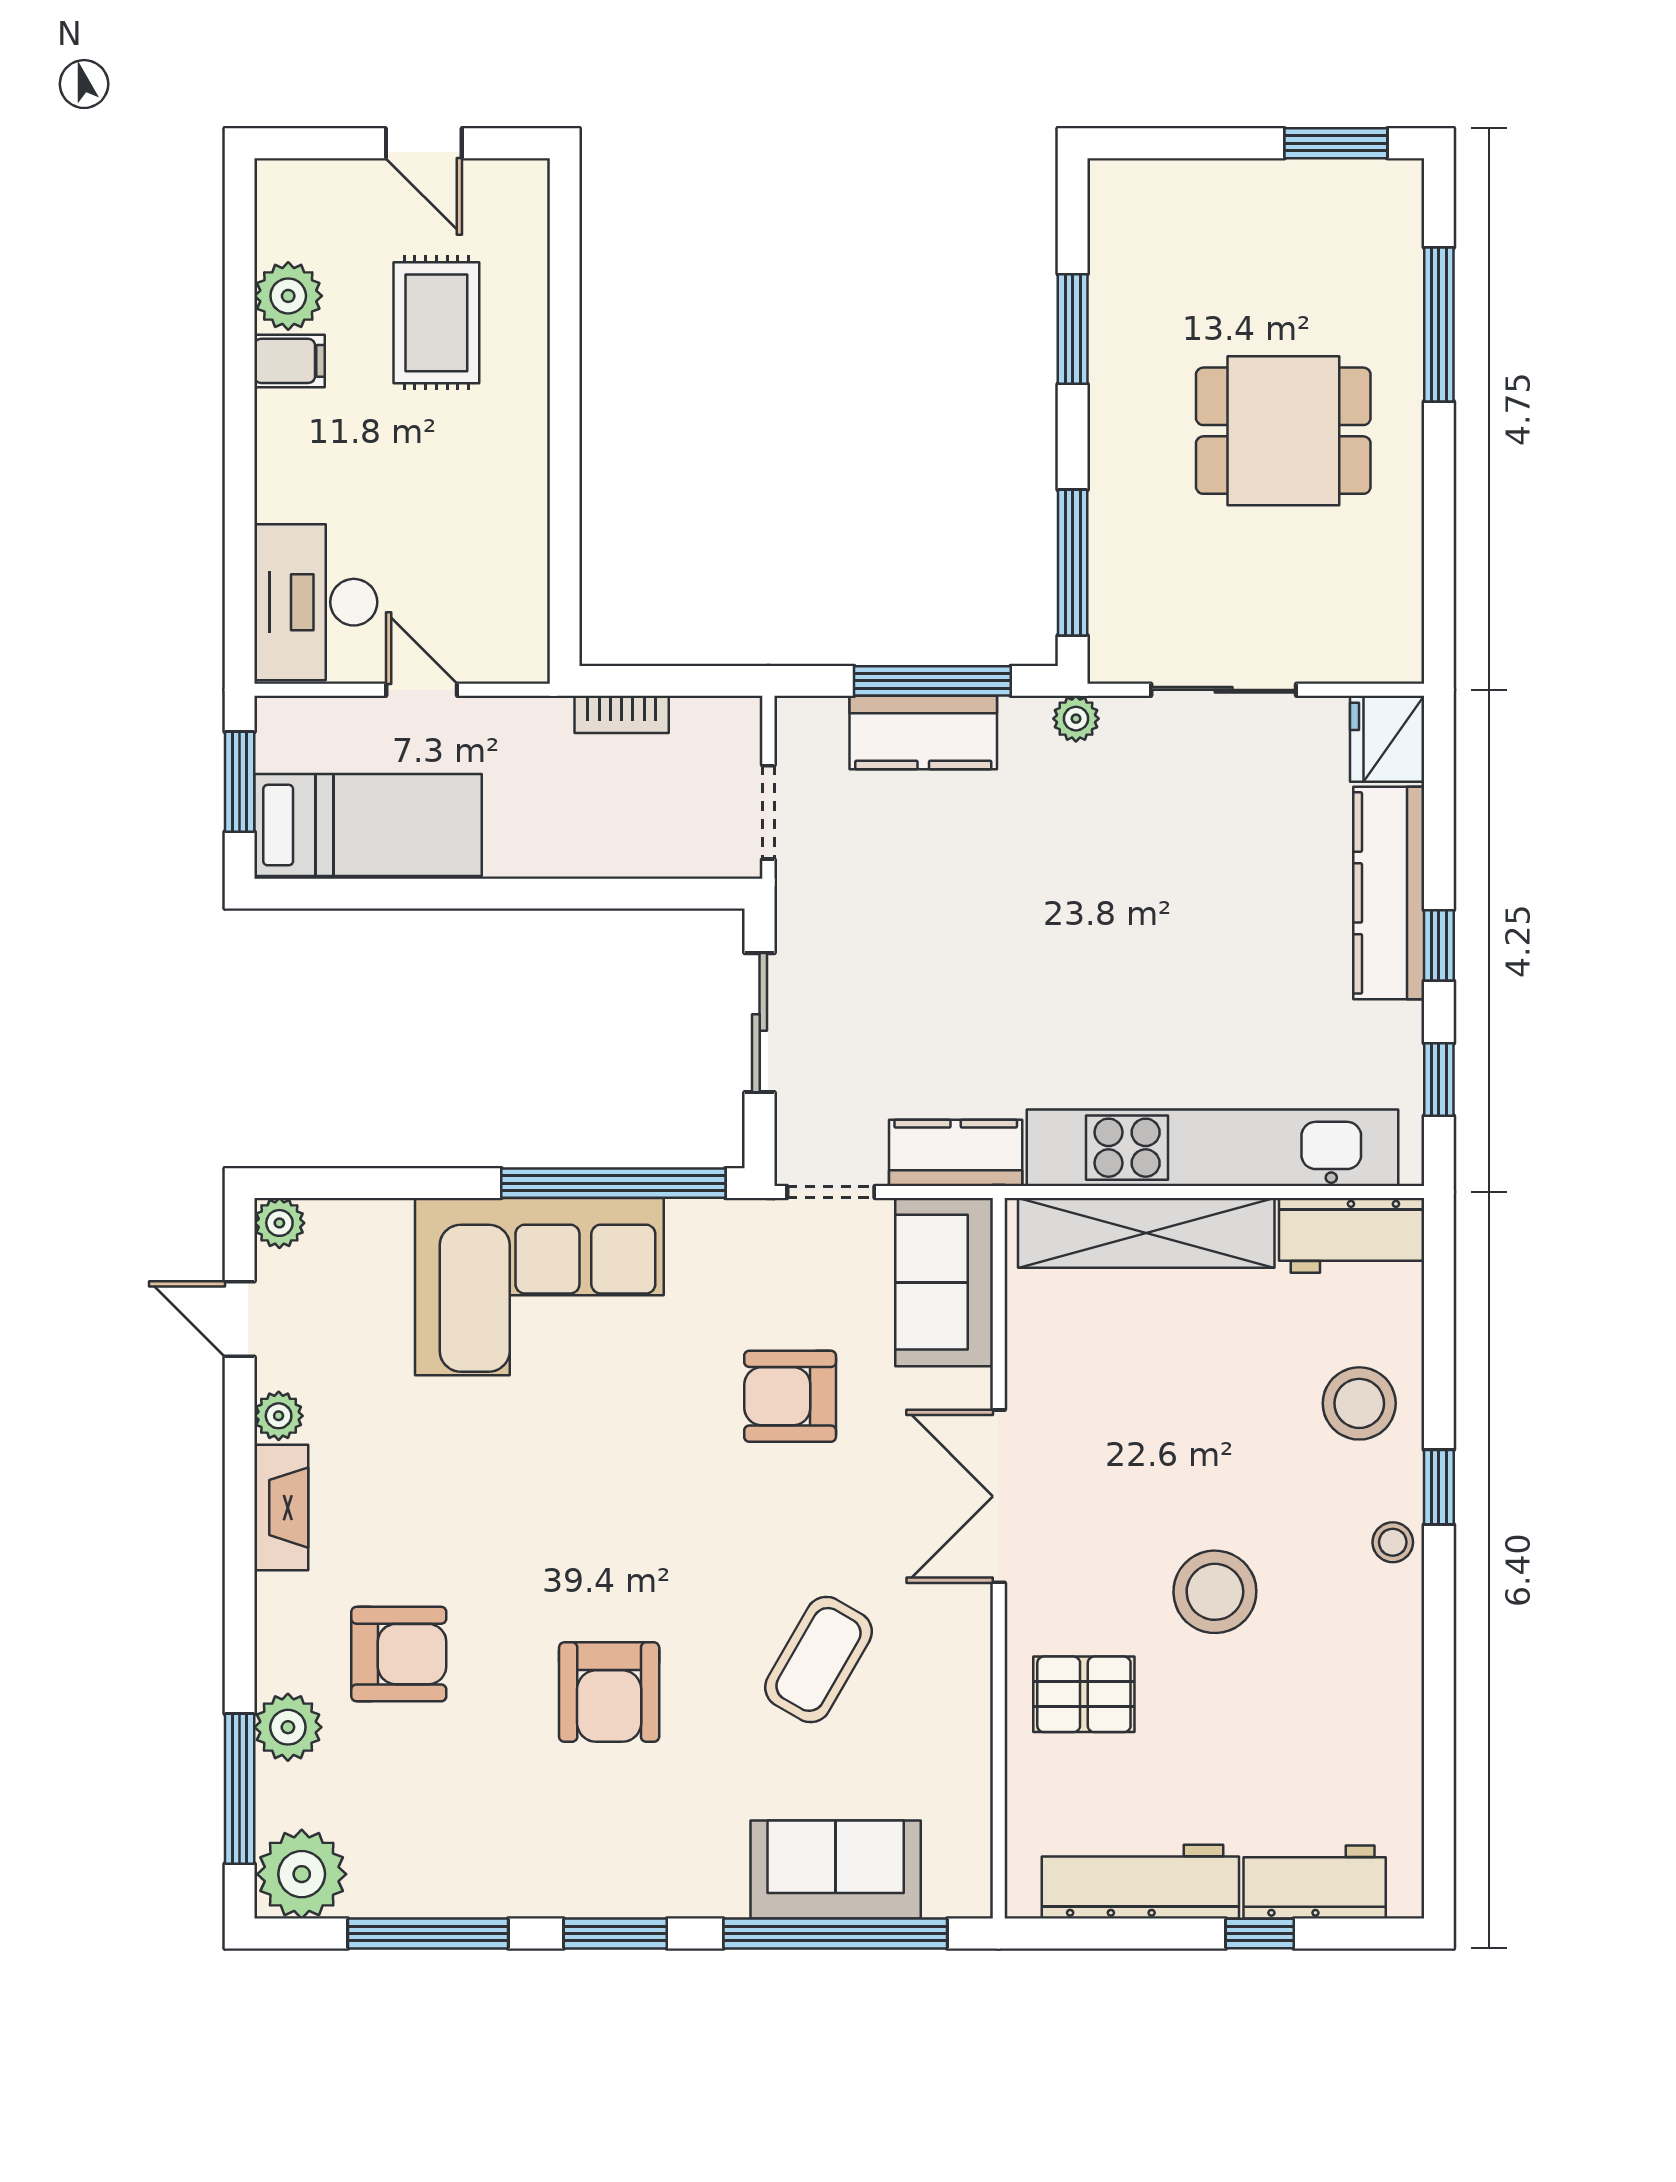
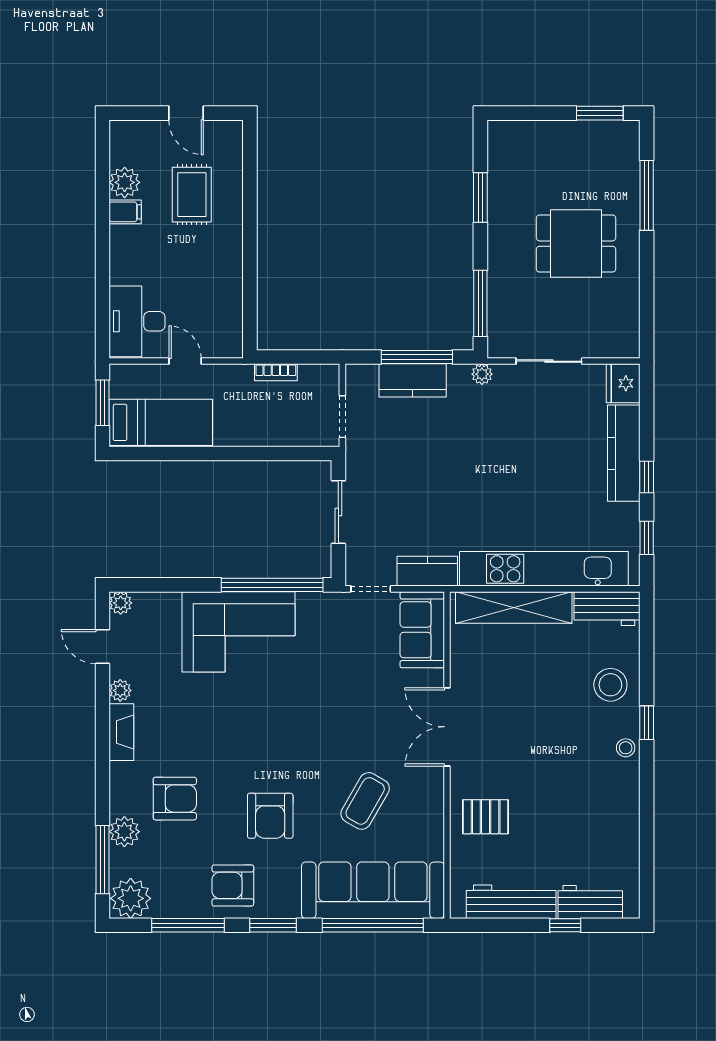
armchair: (790, 1396) -> (233, 885), moved
stool: (1215, 1592) -> (545, 770), removed
sofa: (836, 1870) -> (373, 890), width x1.85, depth x1.27

